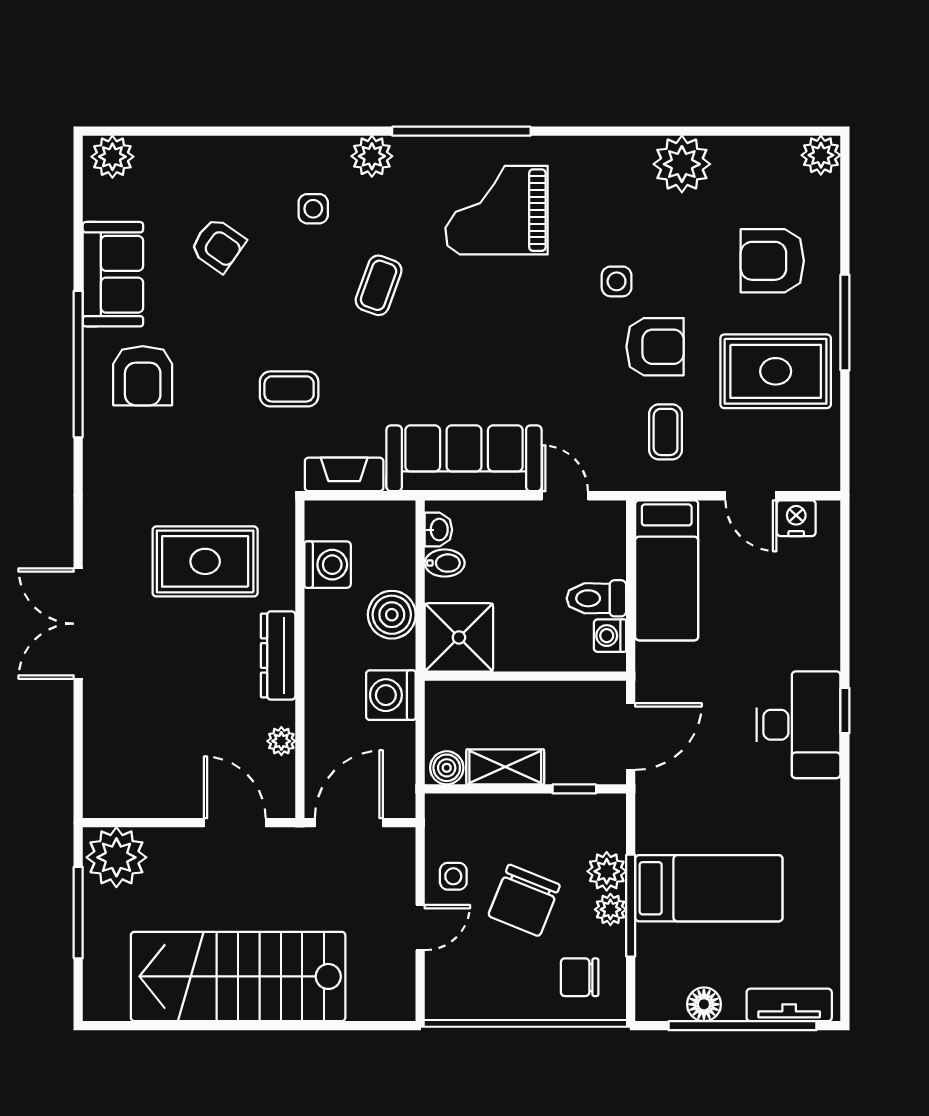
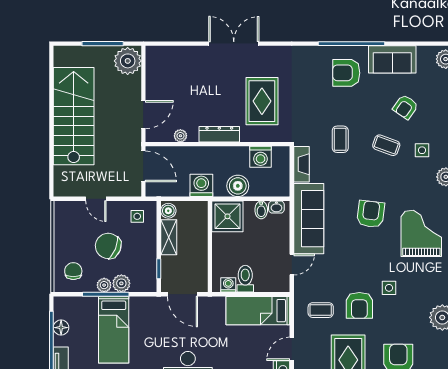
coffee table: (379, 285) -> (386, 145), moved
armchair: (454, 322) -> (371, 214), added
side table: (453, 876) -> (137, 216), moved

